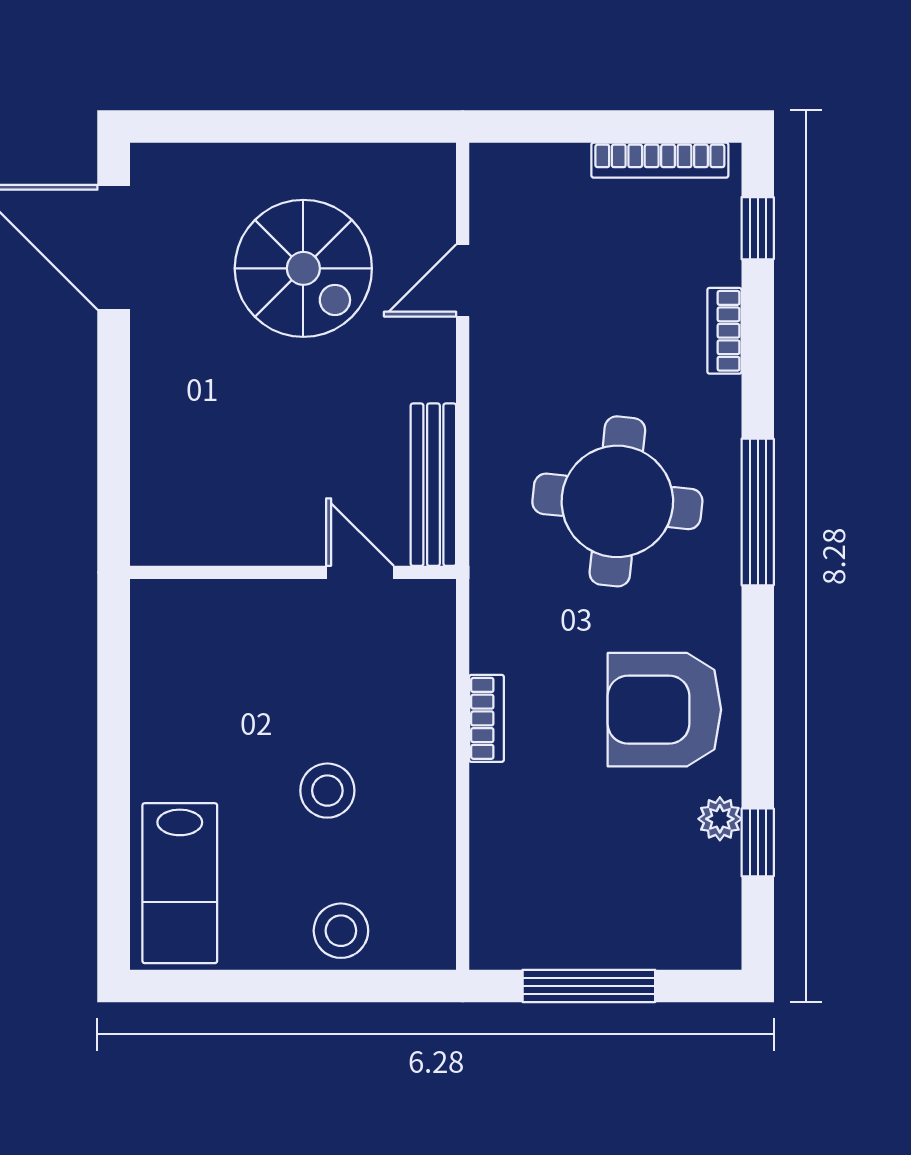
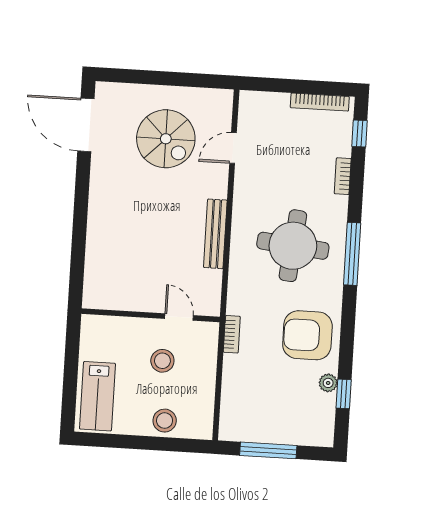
wall: (293, 572) -> (151, 315), moved
door: (360, 572) -> (179, 317), moved

